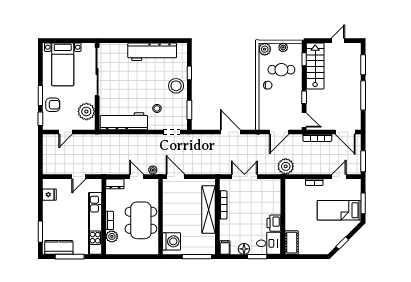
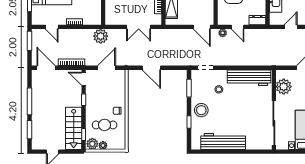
plant: (265, 49) -> (92, 144), moved
door: (339, 177) -> (52, 27), hinge flipped

